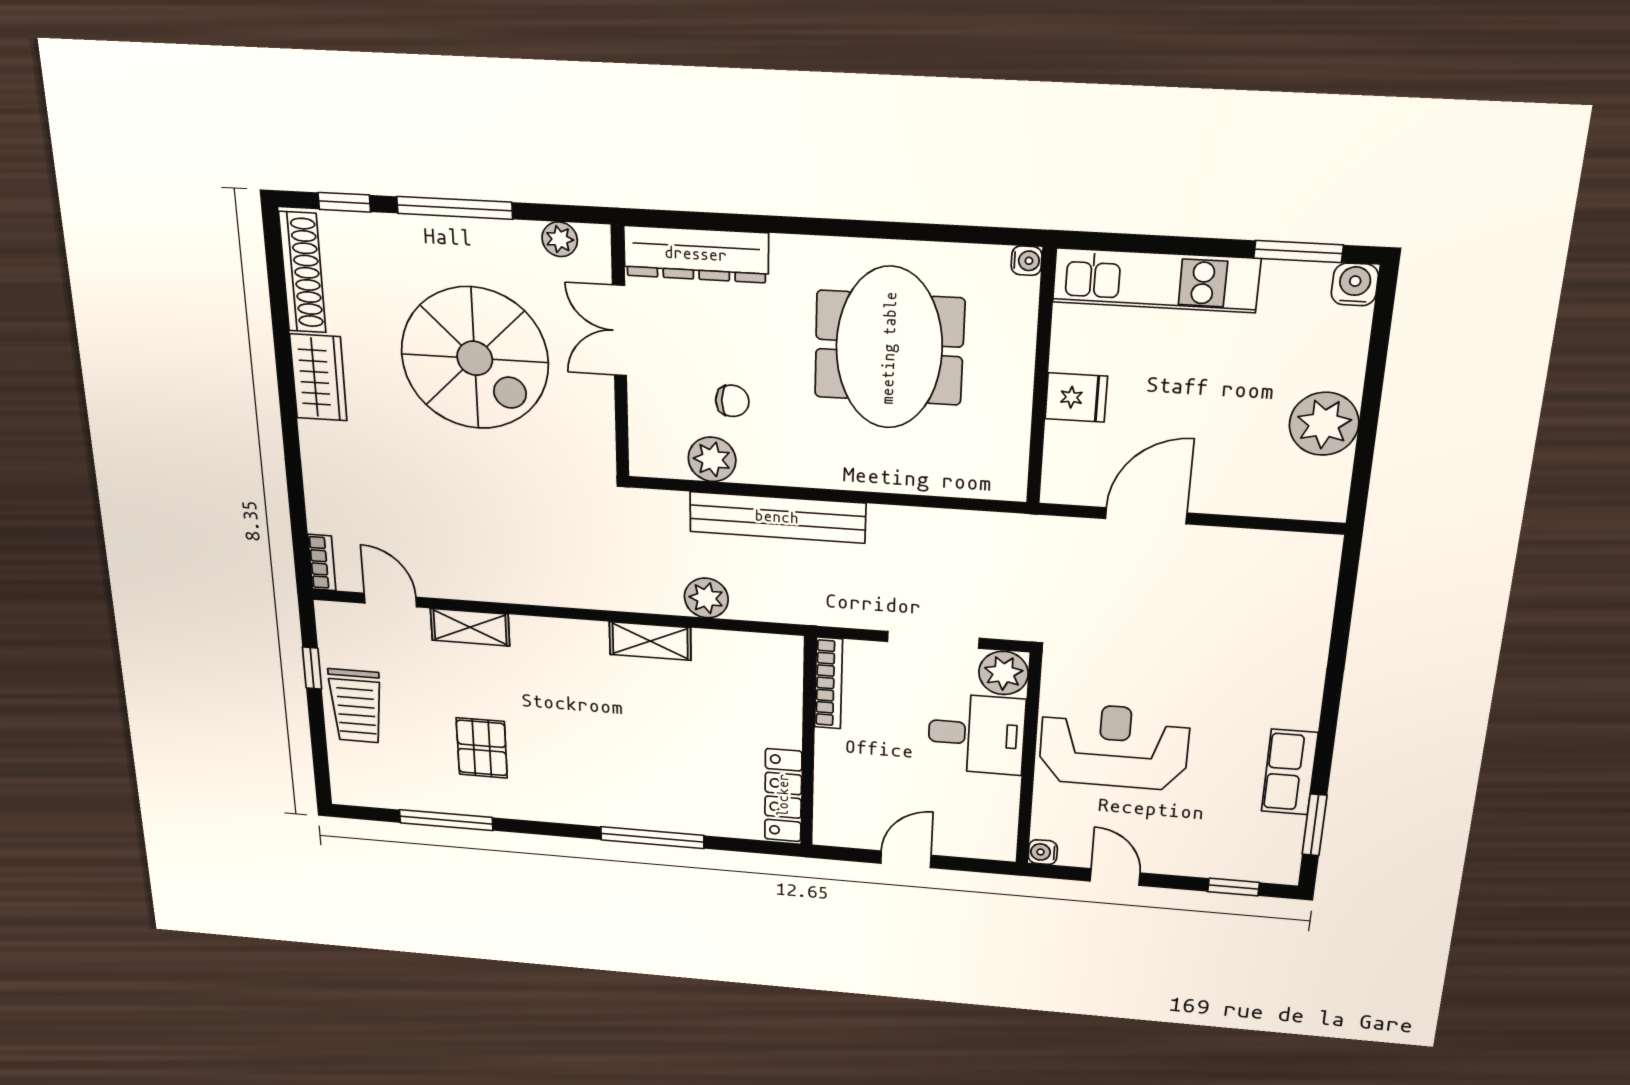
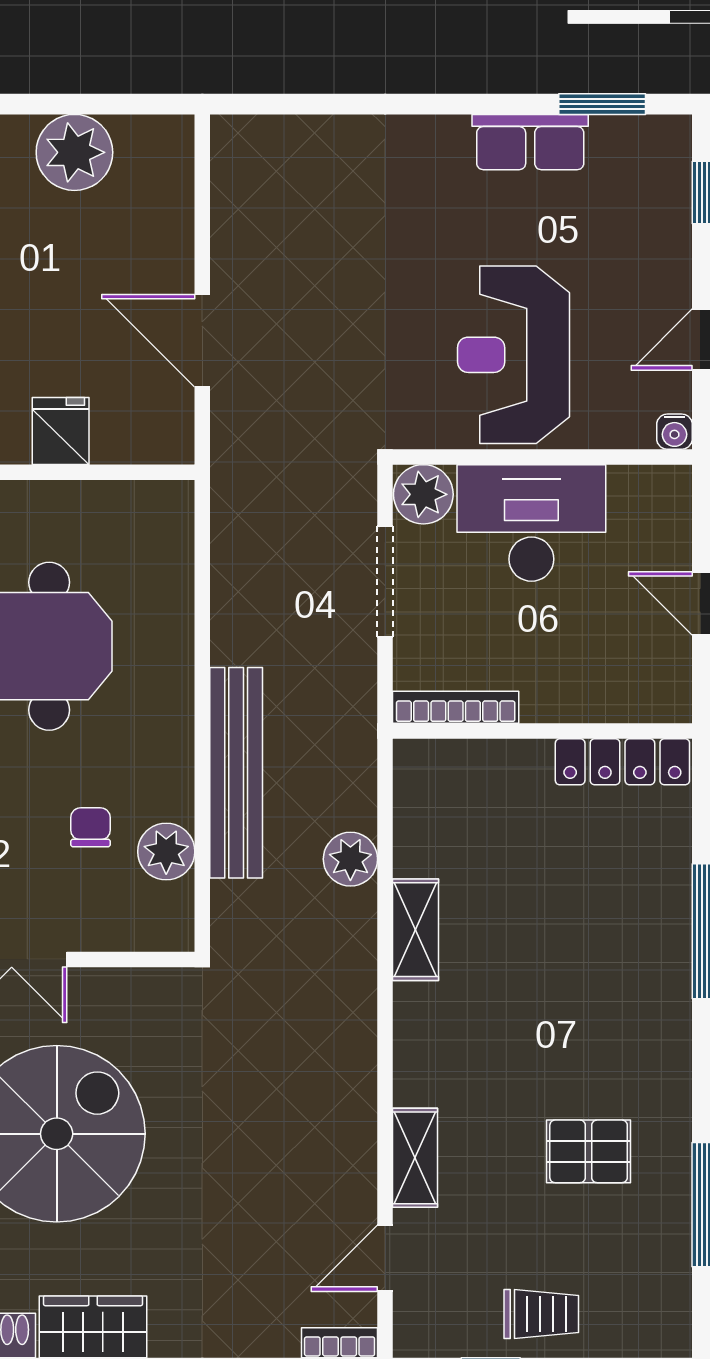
trolley: (356, 706) -> (541, 1314), width x0.73, depth x0.72
desk: (976, 734) -> (531, 523), width x1.37

